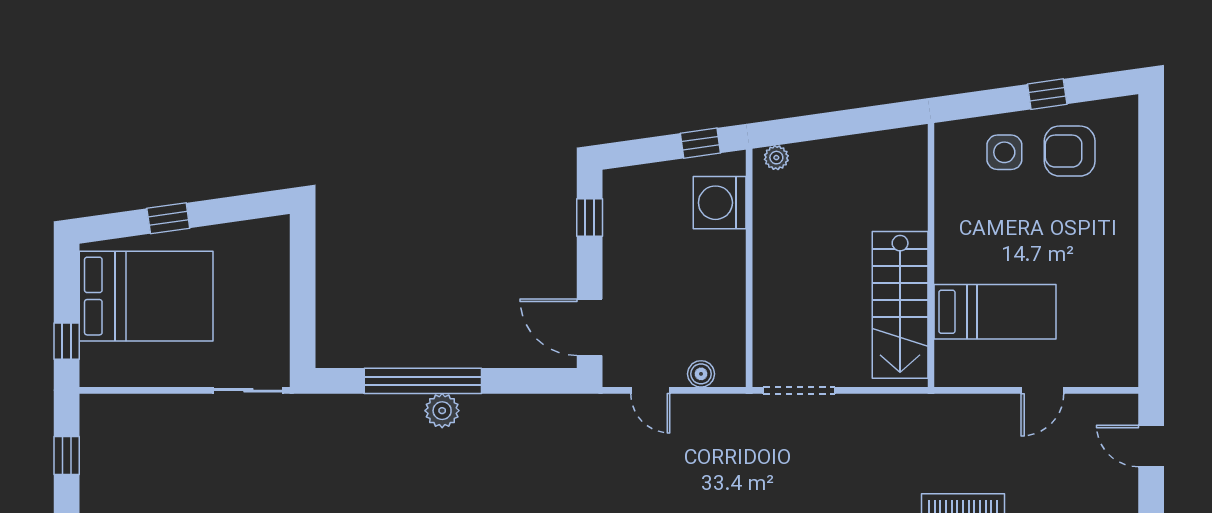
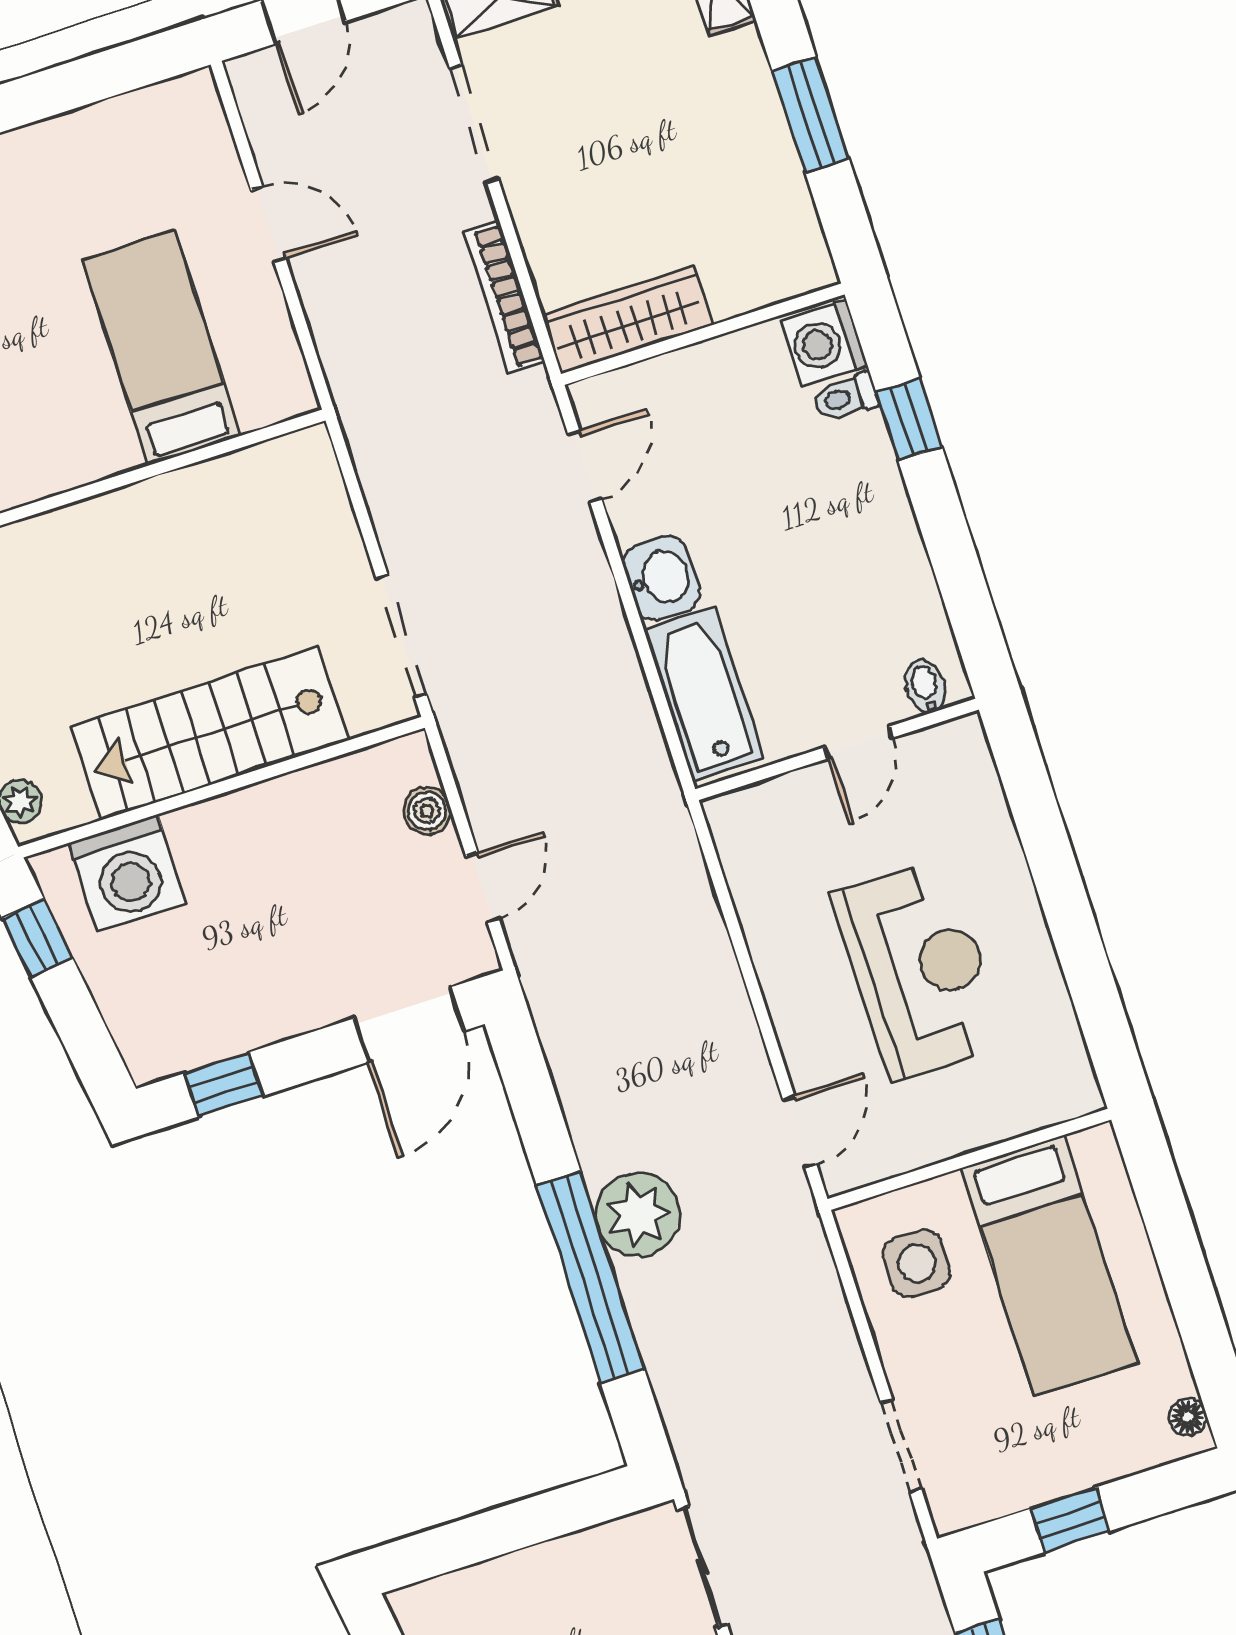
stairs: (900, 305) -> (210, 734), moved, turned 180
plant: (442, 411) -> (638, 1215), width x1.36, depth x1.36

